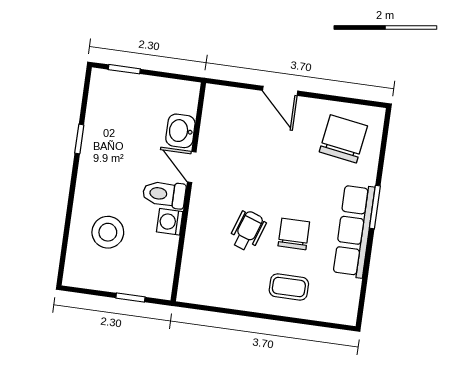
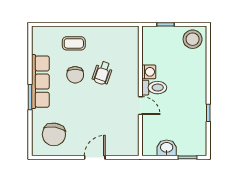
door: (280, 91) -> (95, 157), hinge flipped
washbasin: (180, 131) -> (167, 148), moved, turned -90
stool: (108, 232) -> (193, 39), moved

